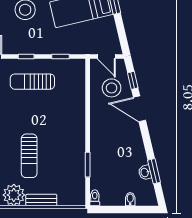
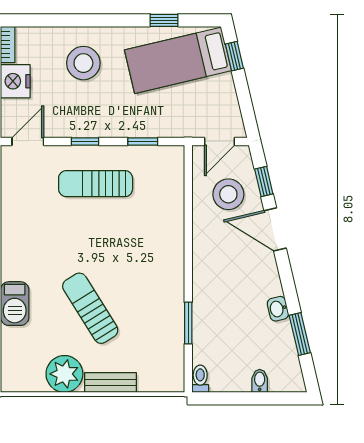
door: (106, 56) -> (220, 141), hinge flipped
sun lounger: (29, 156) -> (90, 308), turned 148
washbasin: (145, 172) -> (278, 309), moved

